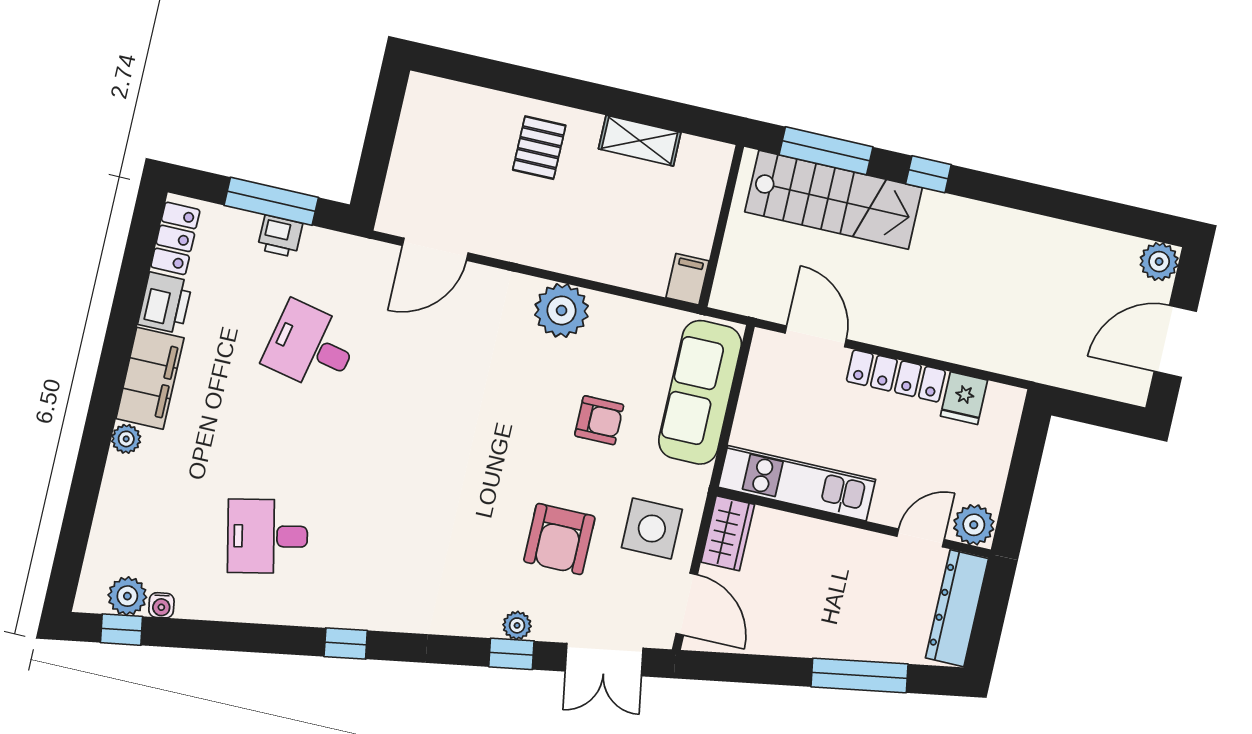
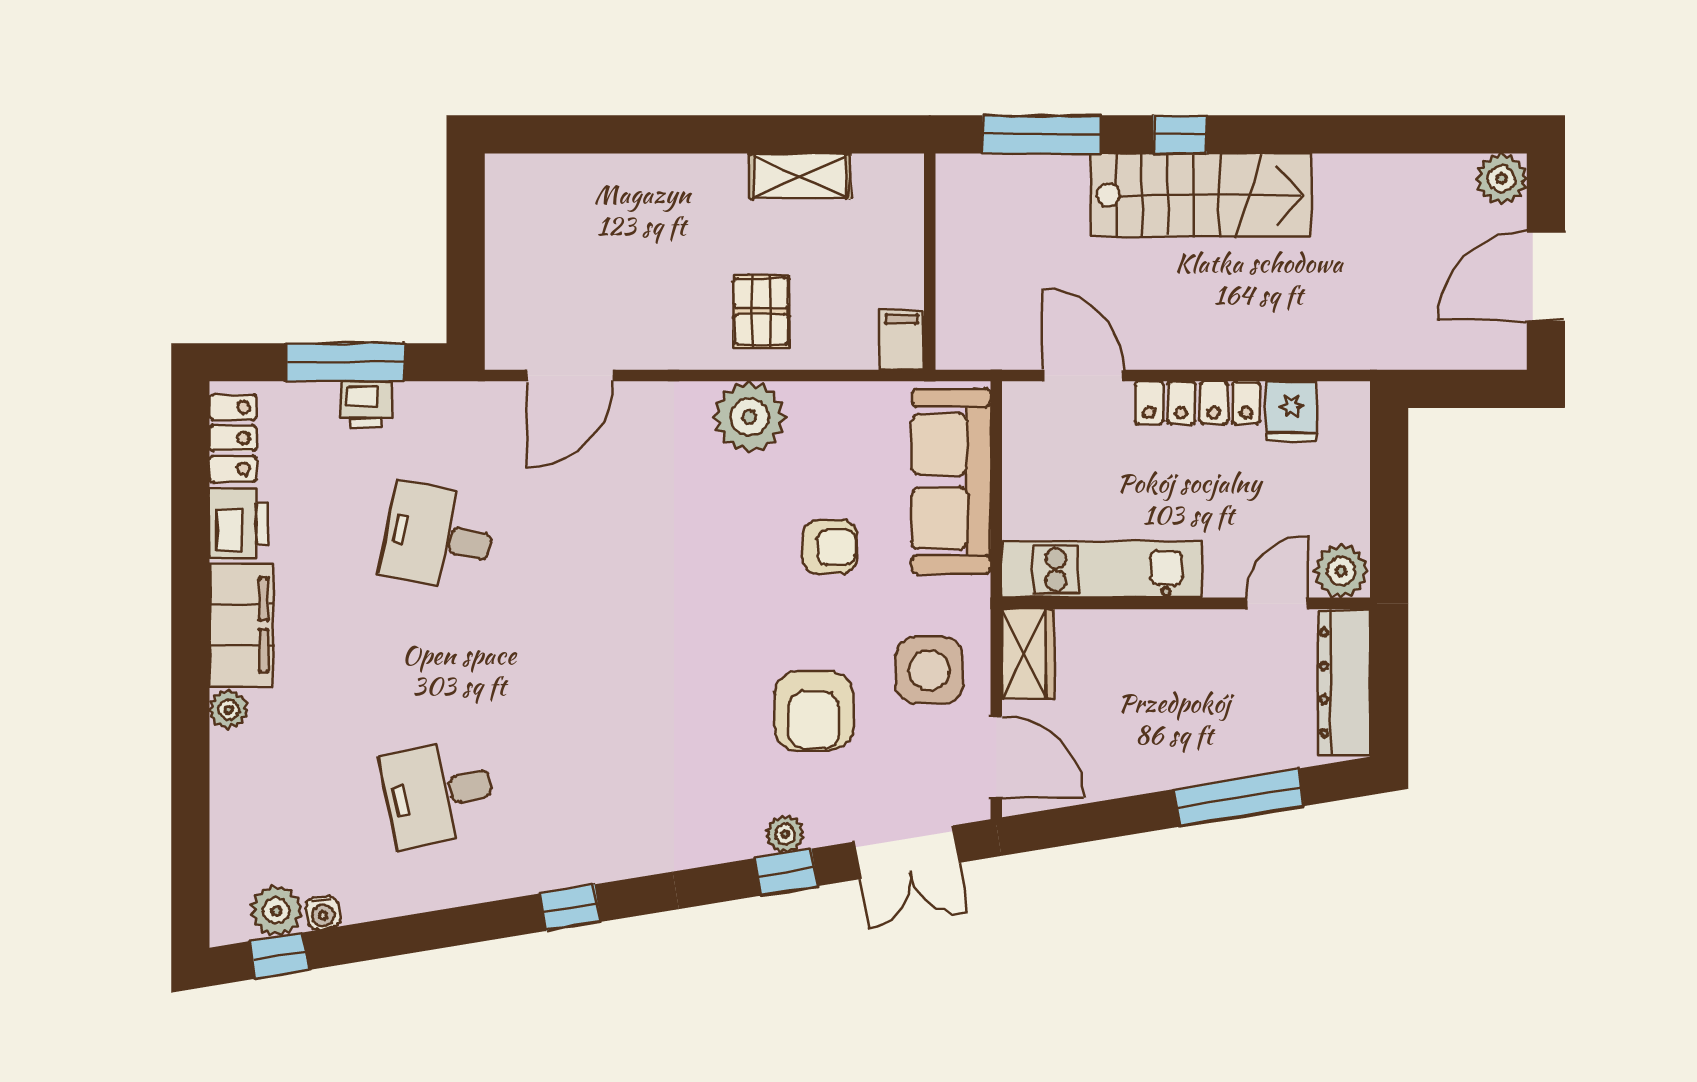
pallet: (539, 148) -> (761, 311), moved
stairs: (834, 200) -> (1201, 195), moved

